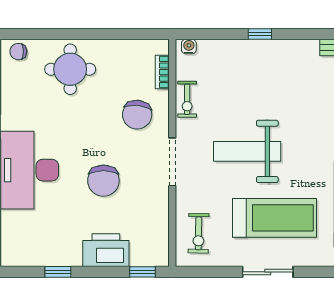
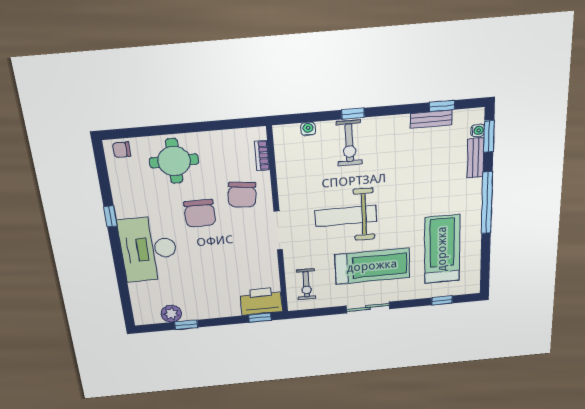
water cooler: (189, 47) -> (308, 129), moved
exercise bike: (187, 99) -> (349, 143), moved, width x1.38, depth x1.39
chair: (103, 181) -> (200, 213), moved
printer: (106, 250) -> (261, 301), moved
plant: (43, 255) -> (171, 314), added

